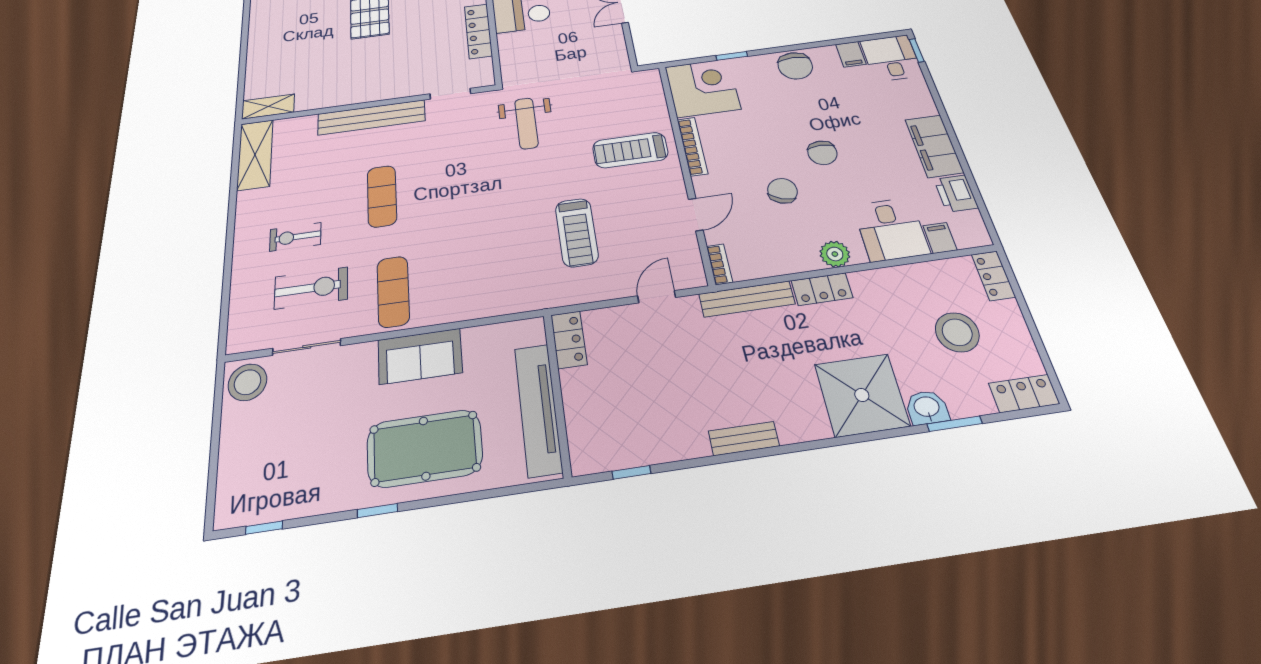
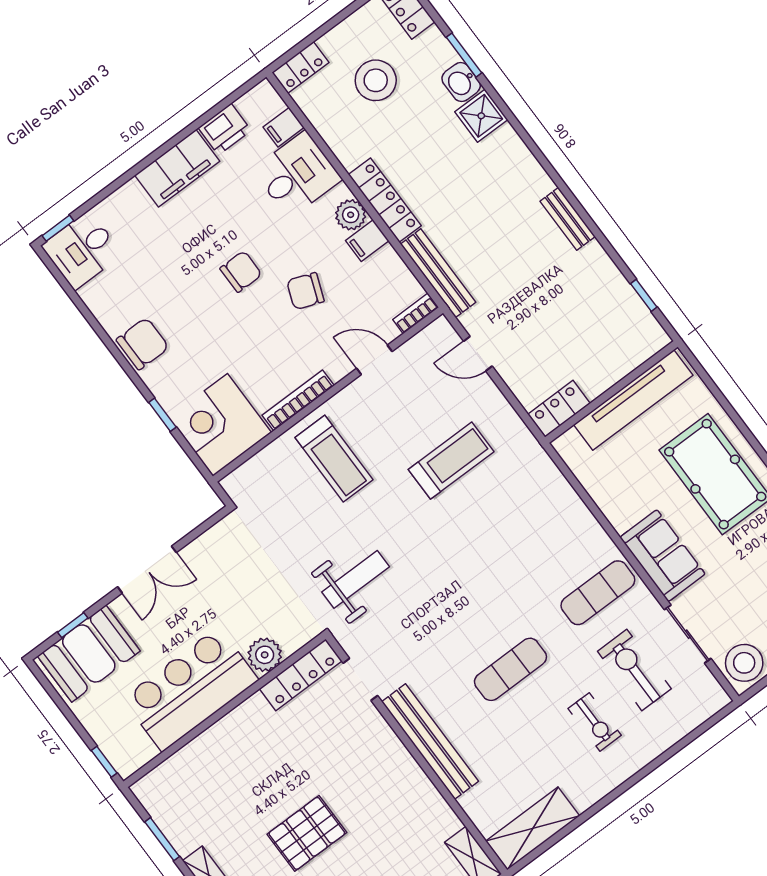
locker: (478, 31) -> (301, 675), moved
plant: (511, 44) -> (265, 655), added
filing cabinet: (851, 54) -> (367, 241), moved, turned 180
locker: (822, 289) -> (385, 200), width x1.53
sofa: (420, 356) -> (663, 556), moved
shower: (862, 395) -> (481, 116), width x0.54, depth x0.54

